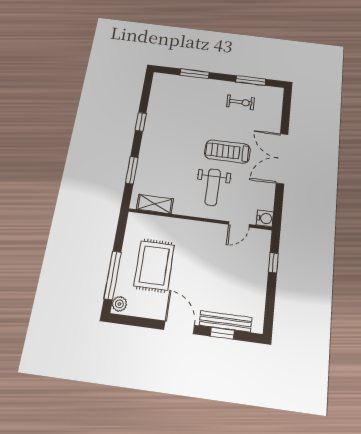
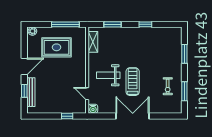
window: (113, 275) -> (65, 24), moved

